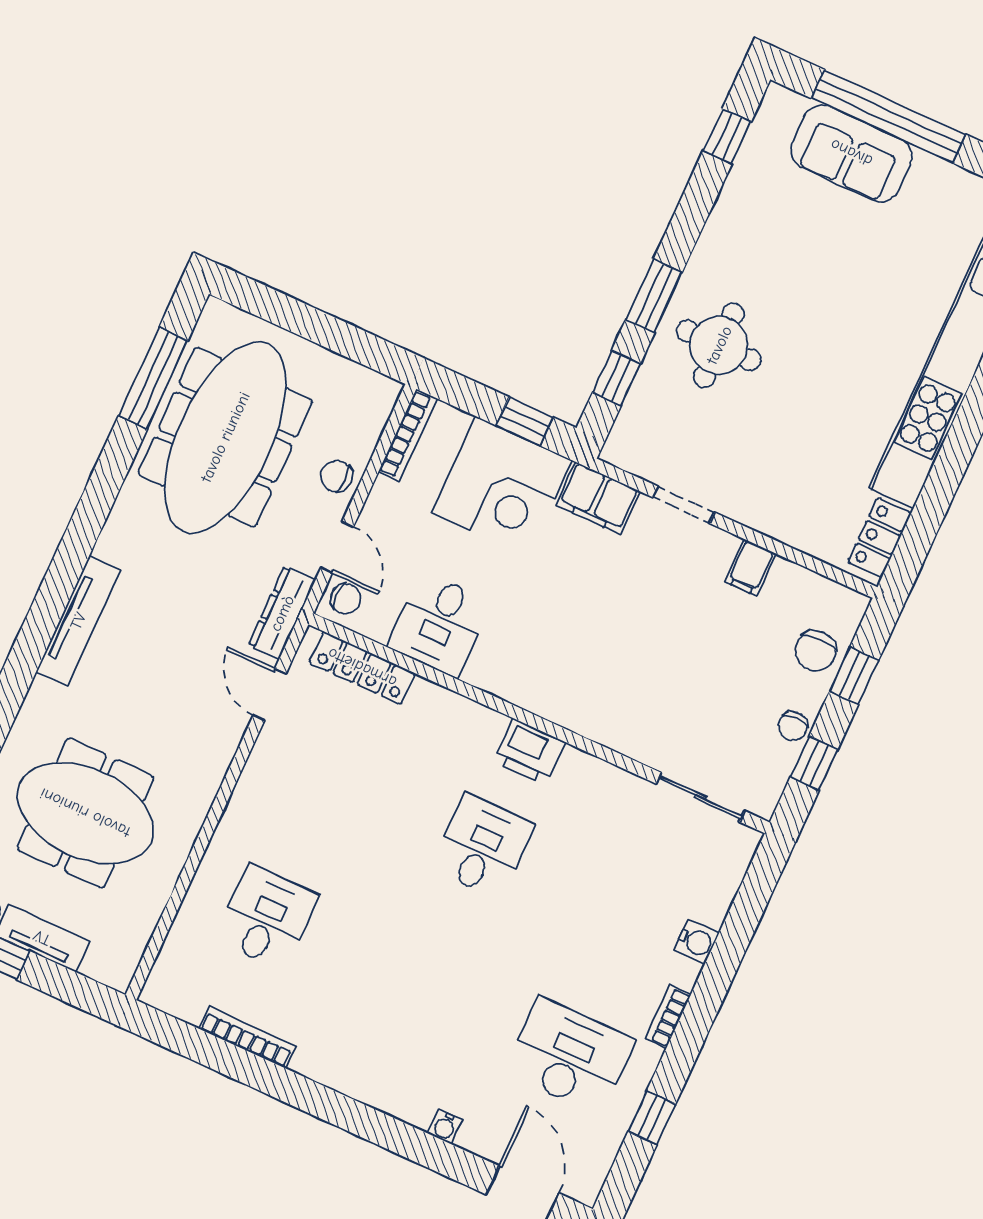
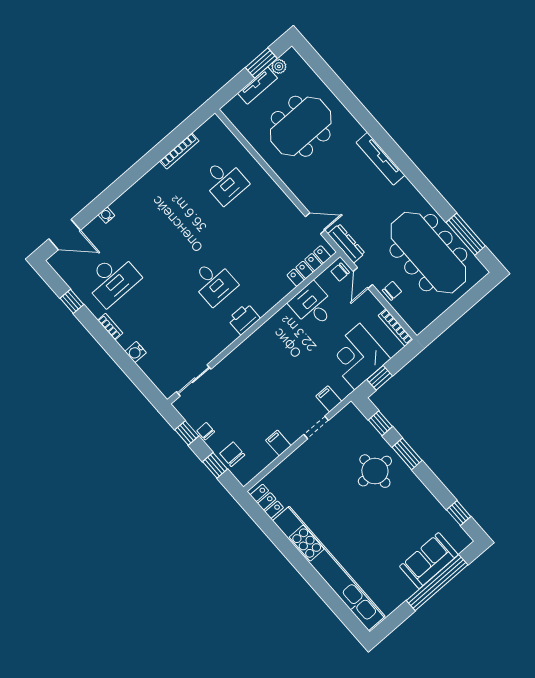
filing cabinet: (598, 498) -> (329, 399), width x0.50
door: (337, 547) -> (363, 278), hinge flipped

